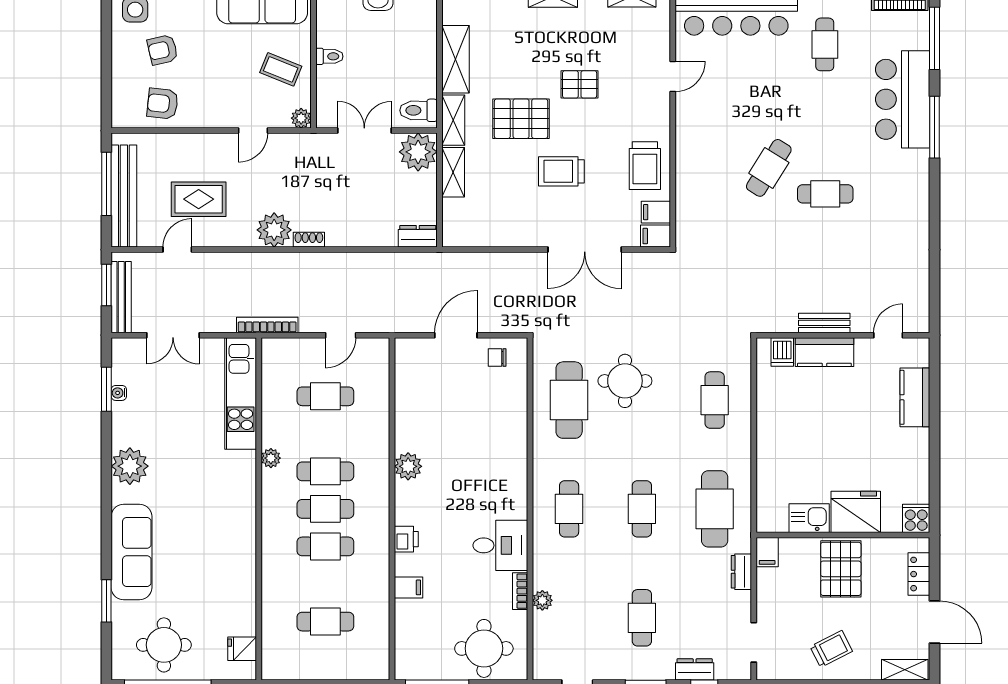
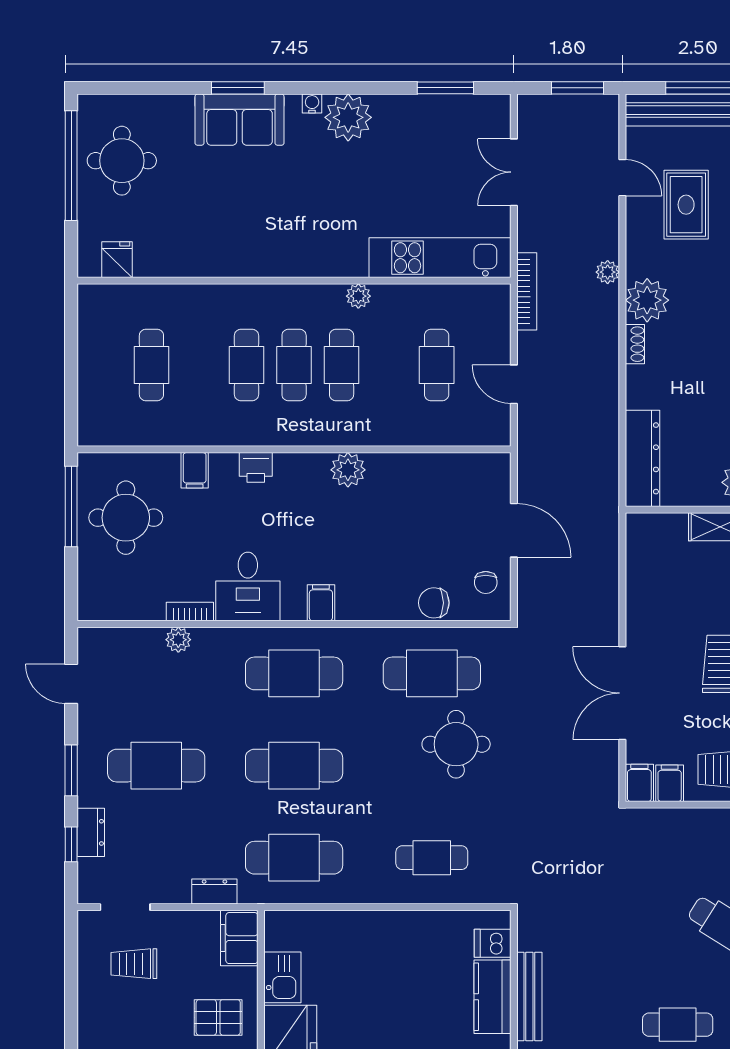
cafe table: (825, 194) -> (678, 1025), moved, turned 90
dresser: (418, 236) -> (643, 458), width x1.96, depth x1.24
plant: (252, 261) -> (608, 272), added
bench: (121, 297) -> (562, 107), removed
bench: (824, 323) -> (529, 996), width x1.36
chair: (497, 357) -> (486, 582), turned 180
water cooler: (119, 393) -> (312, 104), moved
chair: (513, 398) -> (434, 603), added
filing cabinet: (513, 488) -> (321, 603), added
cafe table: (569, 509) -> (294, 673), width x1.37, depth x1.35
cafe table: (642, 509) -> (294, 766), width x1.37, depth x1.35
sofa: (131, 552) -> (240, 120), width x0.73
filing cabinet: (767, 552) -> (239, 938), width x2.00
pallet: (841, 569) -> (218, 1017), width x0.67, depth x0.71
window: (106, 601) -> (238, 88), moved
cafe table: (642, 618) -> (156, 766), width x1.37, depth x1.35
round table: (484, 648) -> (126, 518), moved
trolley: (831, 649) -> (134, 964), moved, turned 117

